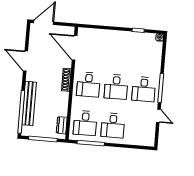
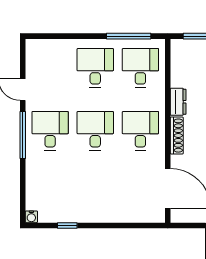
dresser: (62, 125) -> (178, 102), moved

